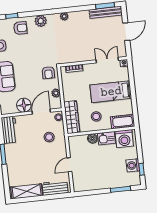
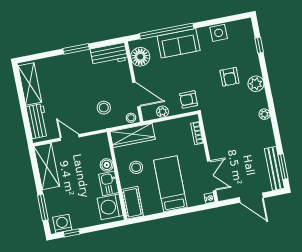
armchair: (20, 28) -> (229, 77), moved
floor lamp: (24, 105) -> (140, 57), moved
washing machine: (133, 165) -> (62, 224), moved
shelving: (90, 184) -> (47, 166), added

